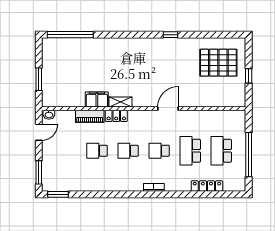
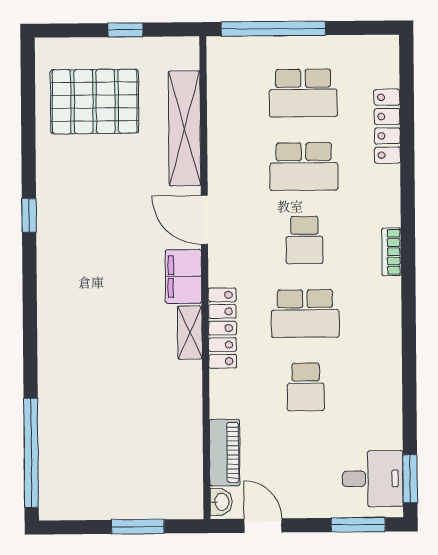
pallet: (218, 63) -> (95, 101), turned 90
filing cabinet: (97, 100) -> (184, 276), moved
shelving: (207, 101) -> (185, 128), added
piano: (90, 116) -> (225, 453), moved
locker: (116, 116) -> (222, 328), width x1.53
school desk: (128, 151) -> (305, 314), width x1.85
window: (249, 155) -> (273, 29), moved
desk: (58, 179) -> (373, 479), added

